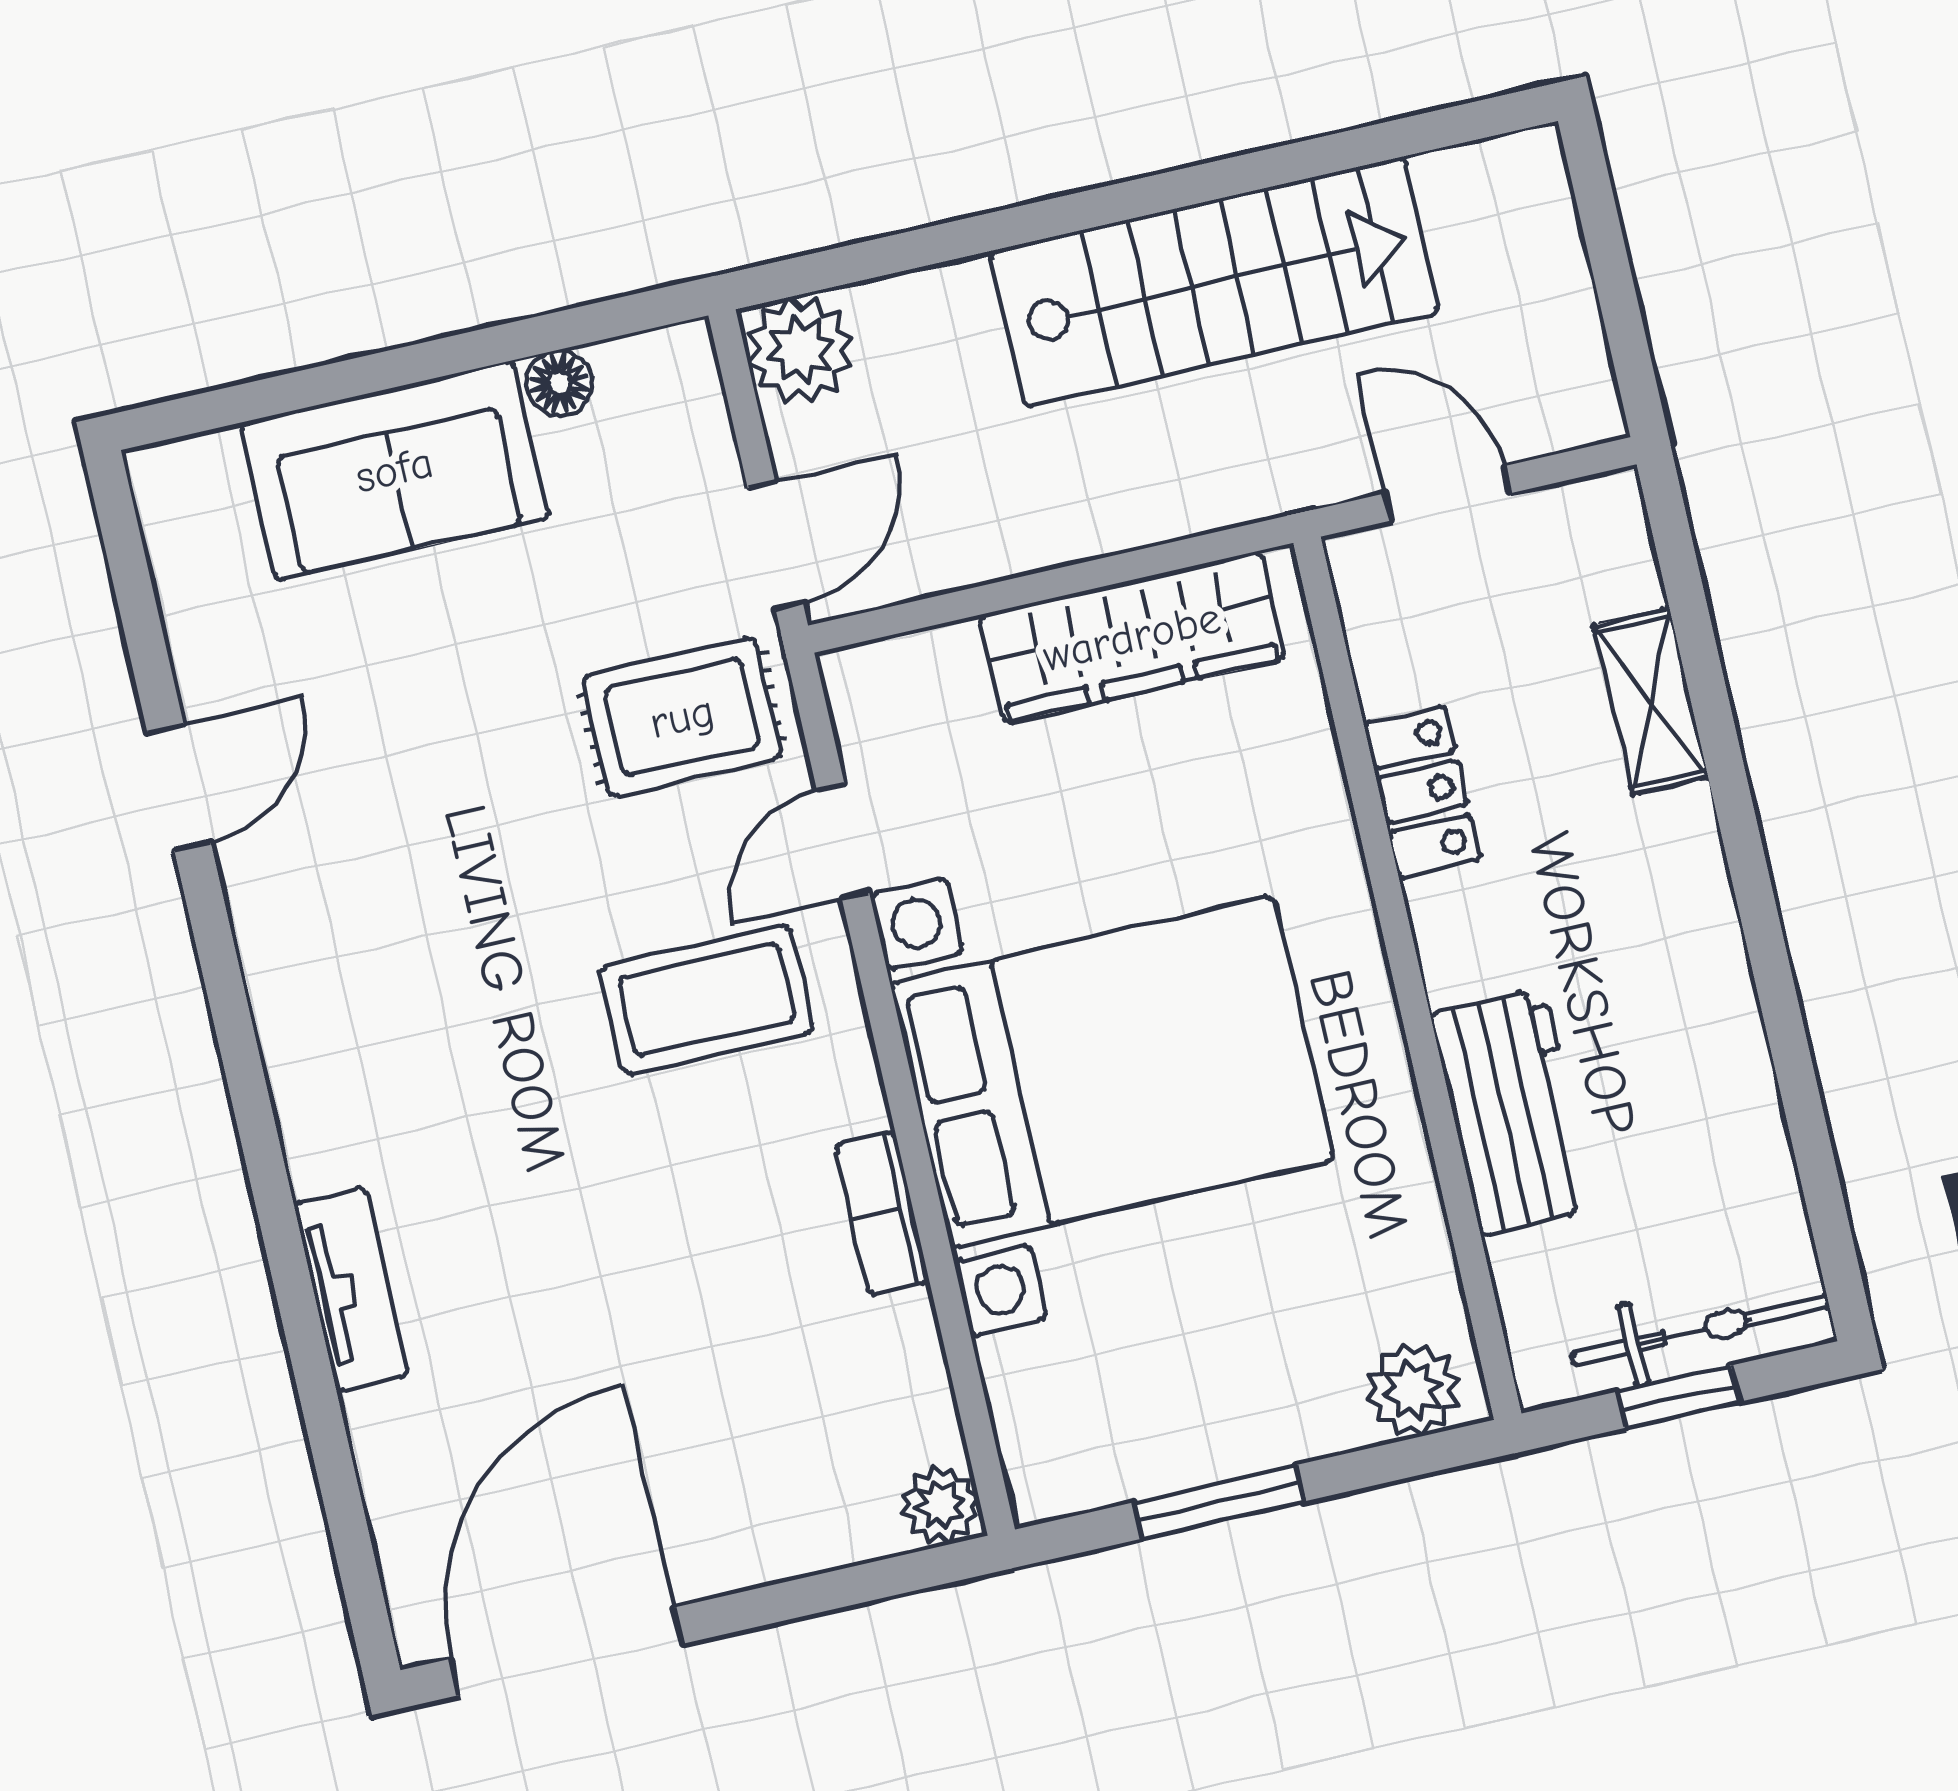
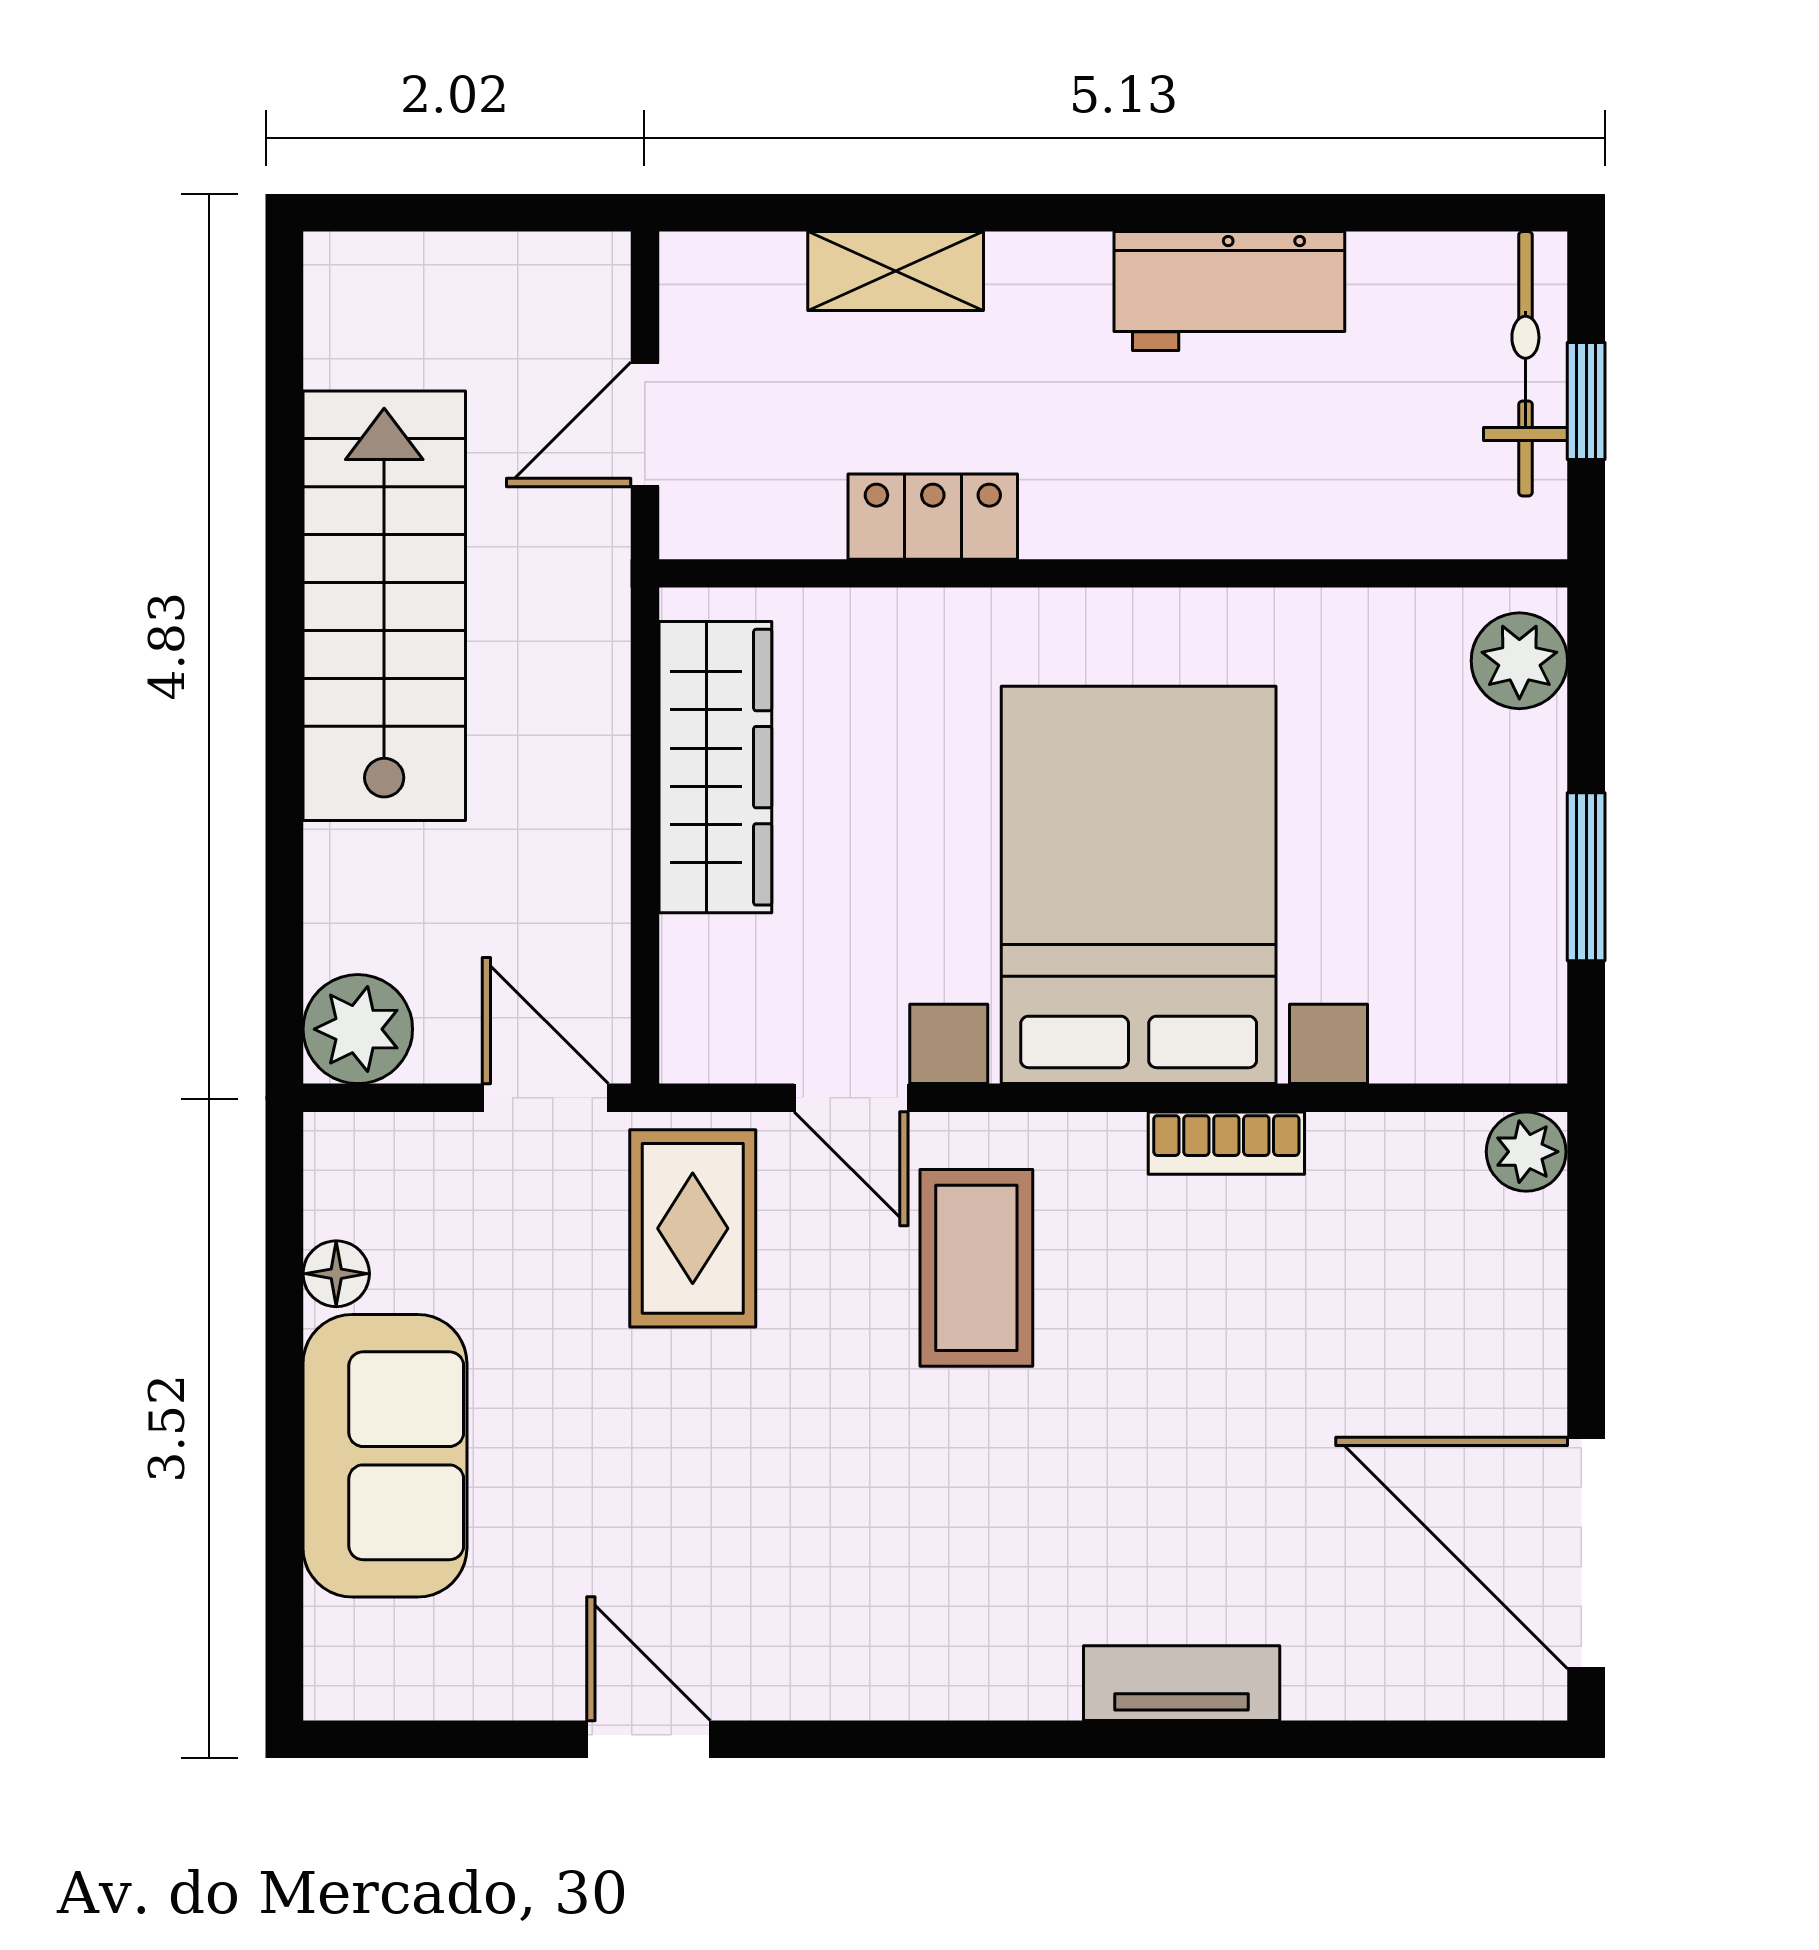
workbench: (1513, 1112) -> (1229, 291), moved, turned 180

